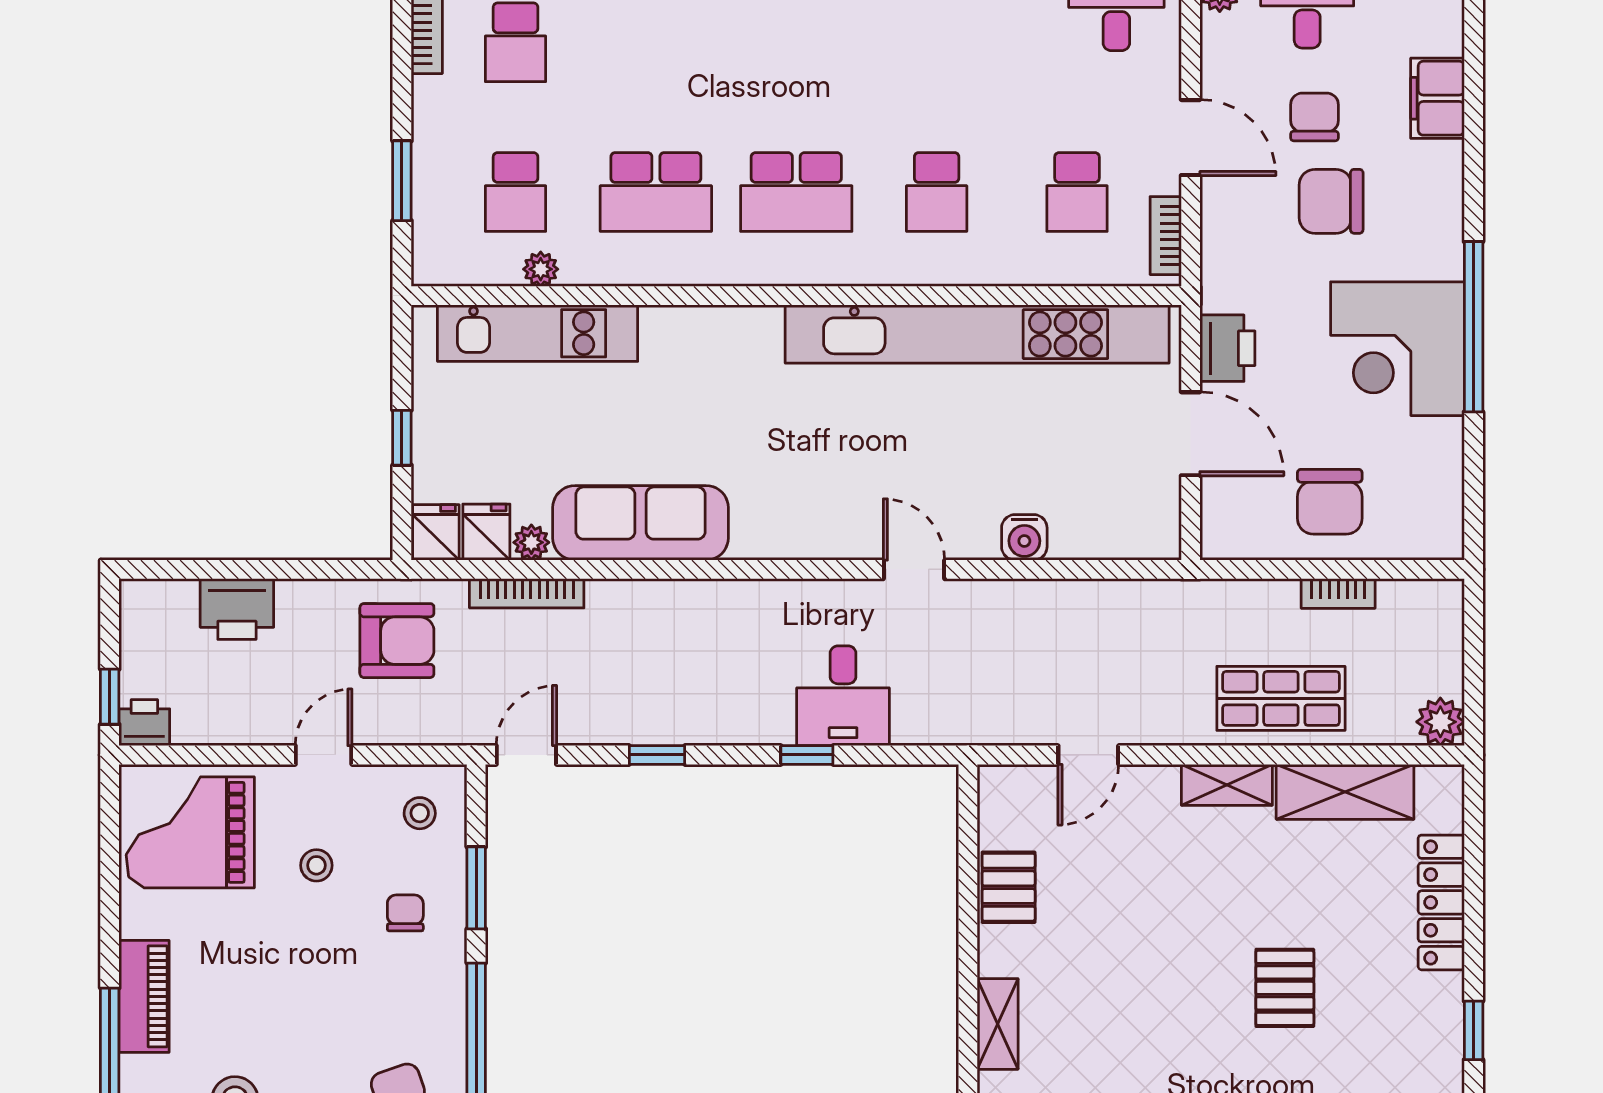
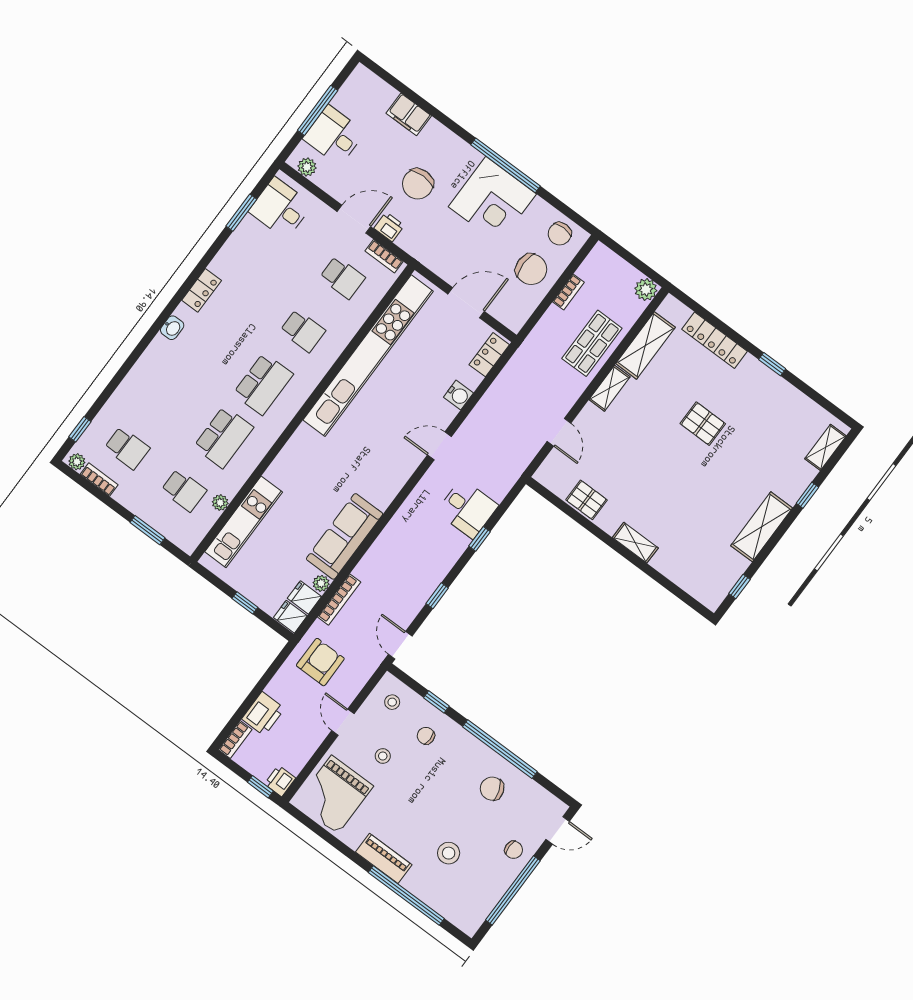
chair: (1314, 117) -> (560, 234), moved, turned -90
printer: (1227, 348) -> (389, 227), moved, width x0.73, depth x0.81
locker: (1132, 539) -> (489, 355), added
bookcase: (158, 594) -> (235, 740), added
window: (476, 888) -> (436, 702), width x0.67

